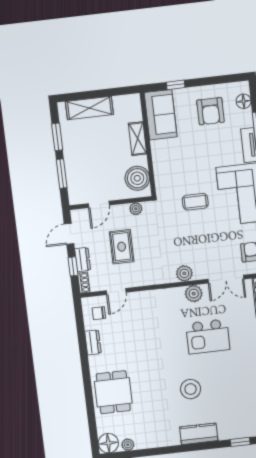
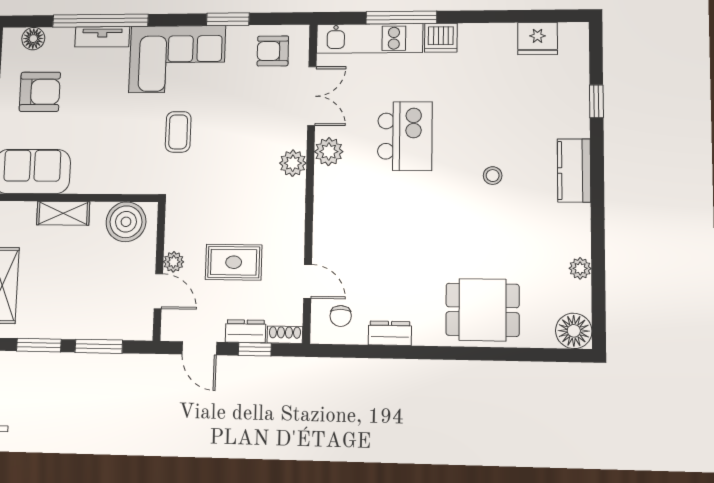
plant: (136, 209) -> (174, 262), moved
stool: (191, 389) -> (493, 176), width x0.53, depth x0.53
plant: (128, 445) -> (580, 268), moved

